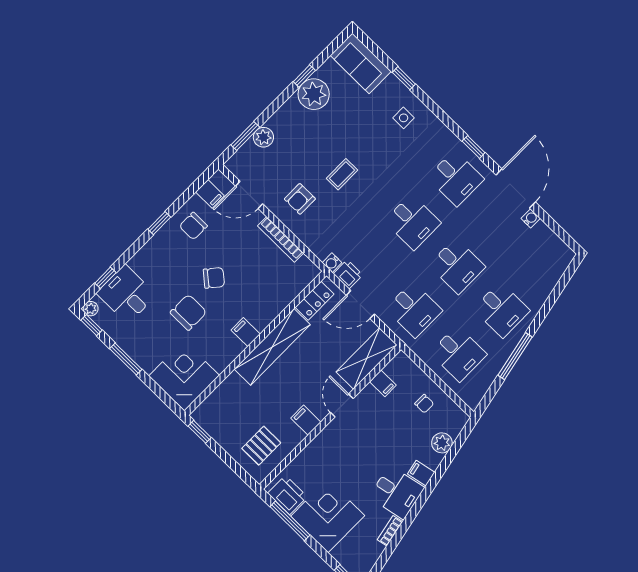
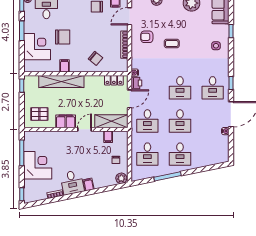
door: (249, 195) -> (129, 16), hinge flipped
chair: (214, 278) -> (95, 58), moved
door: (360, 305) -> (129, 99), swing flipped
filing cabinet: (246, 332) -> (64, 66), moved
shelving: (272, 347) -> (61, 81), moved
corner desk: (184, 376) -> (37, 47), moved
filing cabinet: (306, 420) -> (66, 121), width x2.00
plant: (442, 443) -> (121, 178), moved
printer: (287, 495) -> (31, 142), removed

